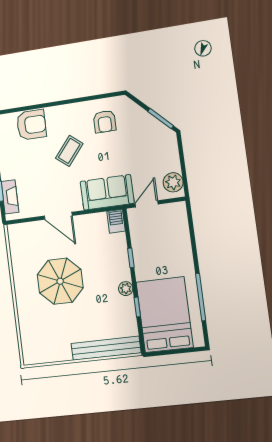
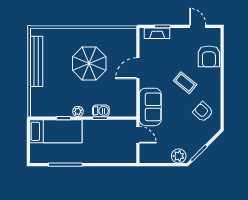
armchair: (105, 122) -> (203, 112), turned 43
plant: (173, 182) -> (179, 156), moved
barbecue: (116, 221) -> (101, 111), moved
bed: (165, 315) -> (56, 131), width x0.67
bench: (106, 348) -> (36, 61), moved

